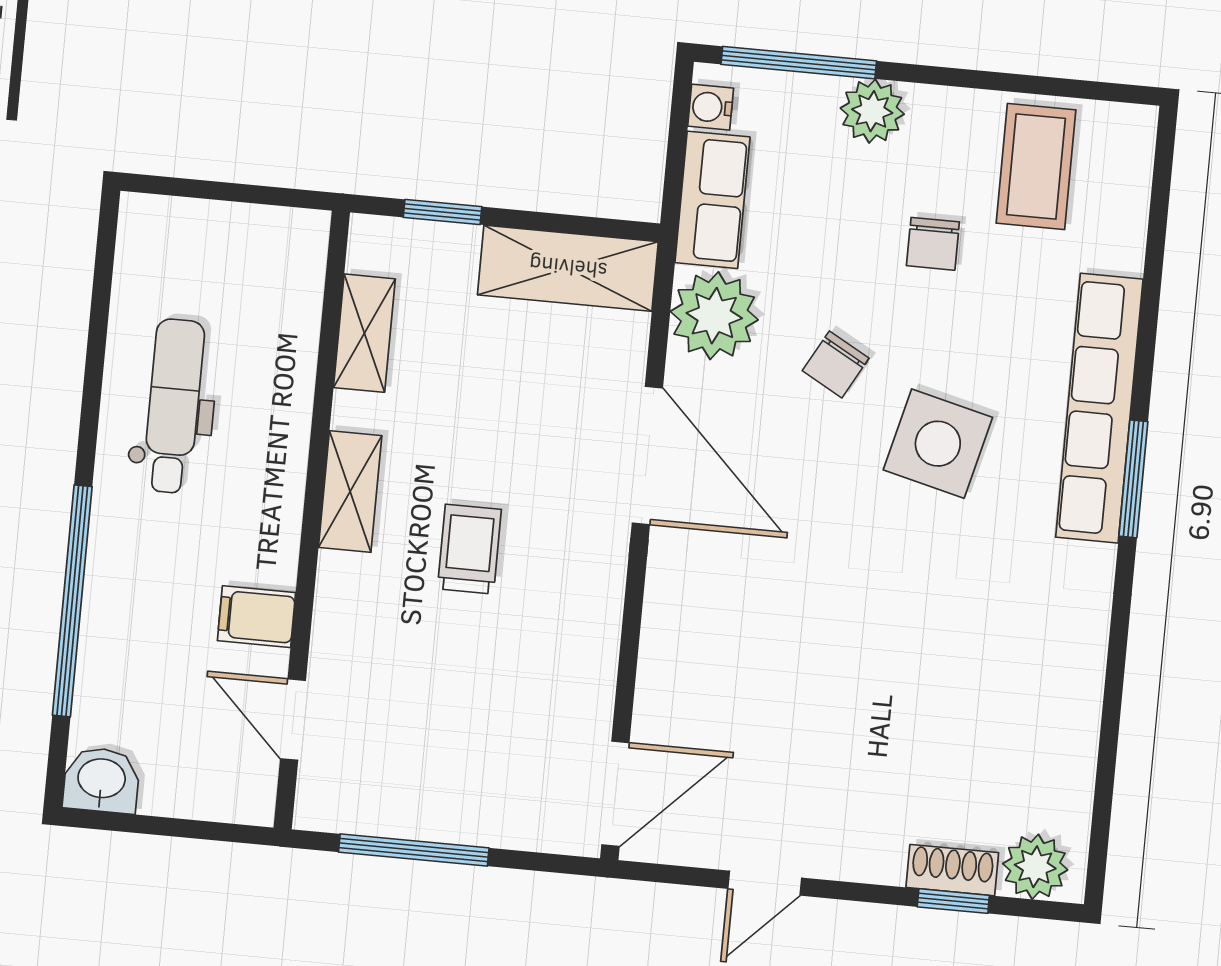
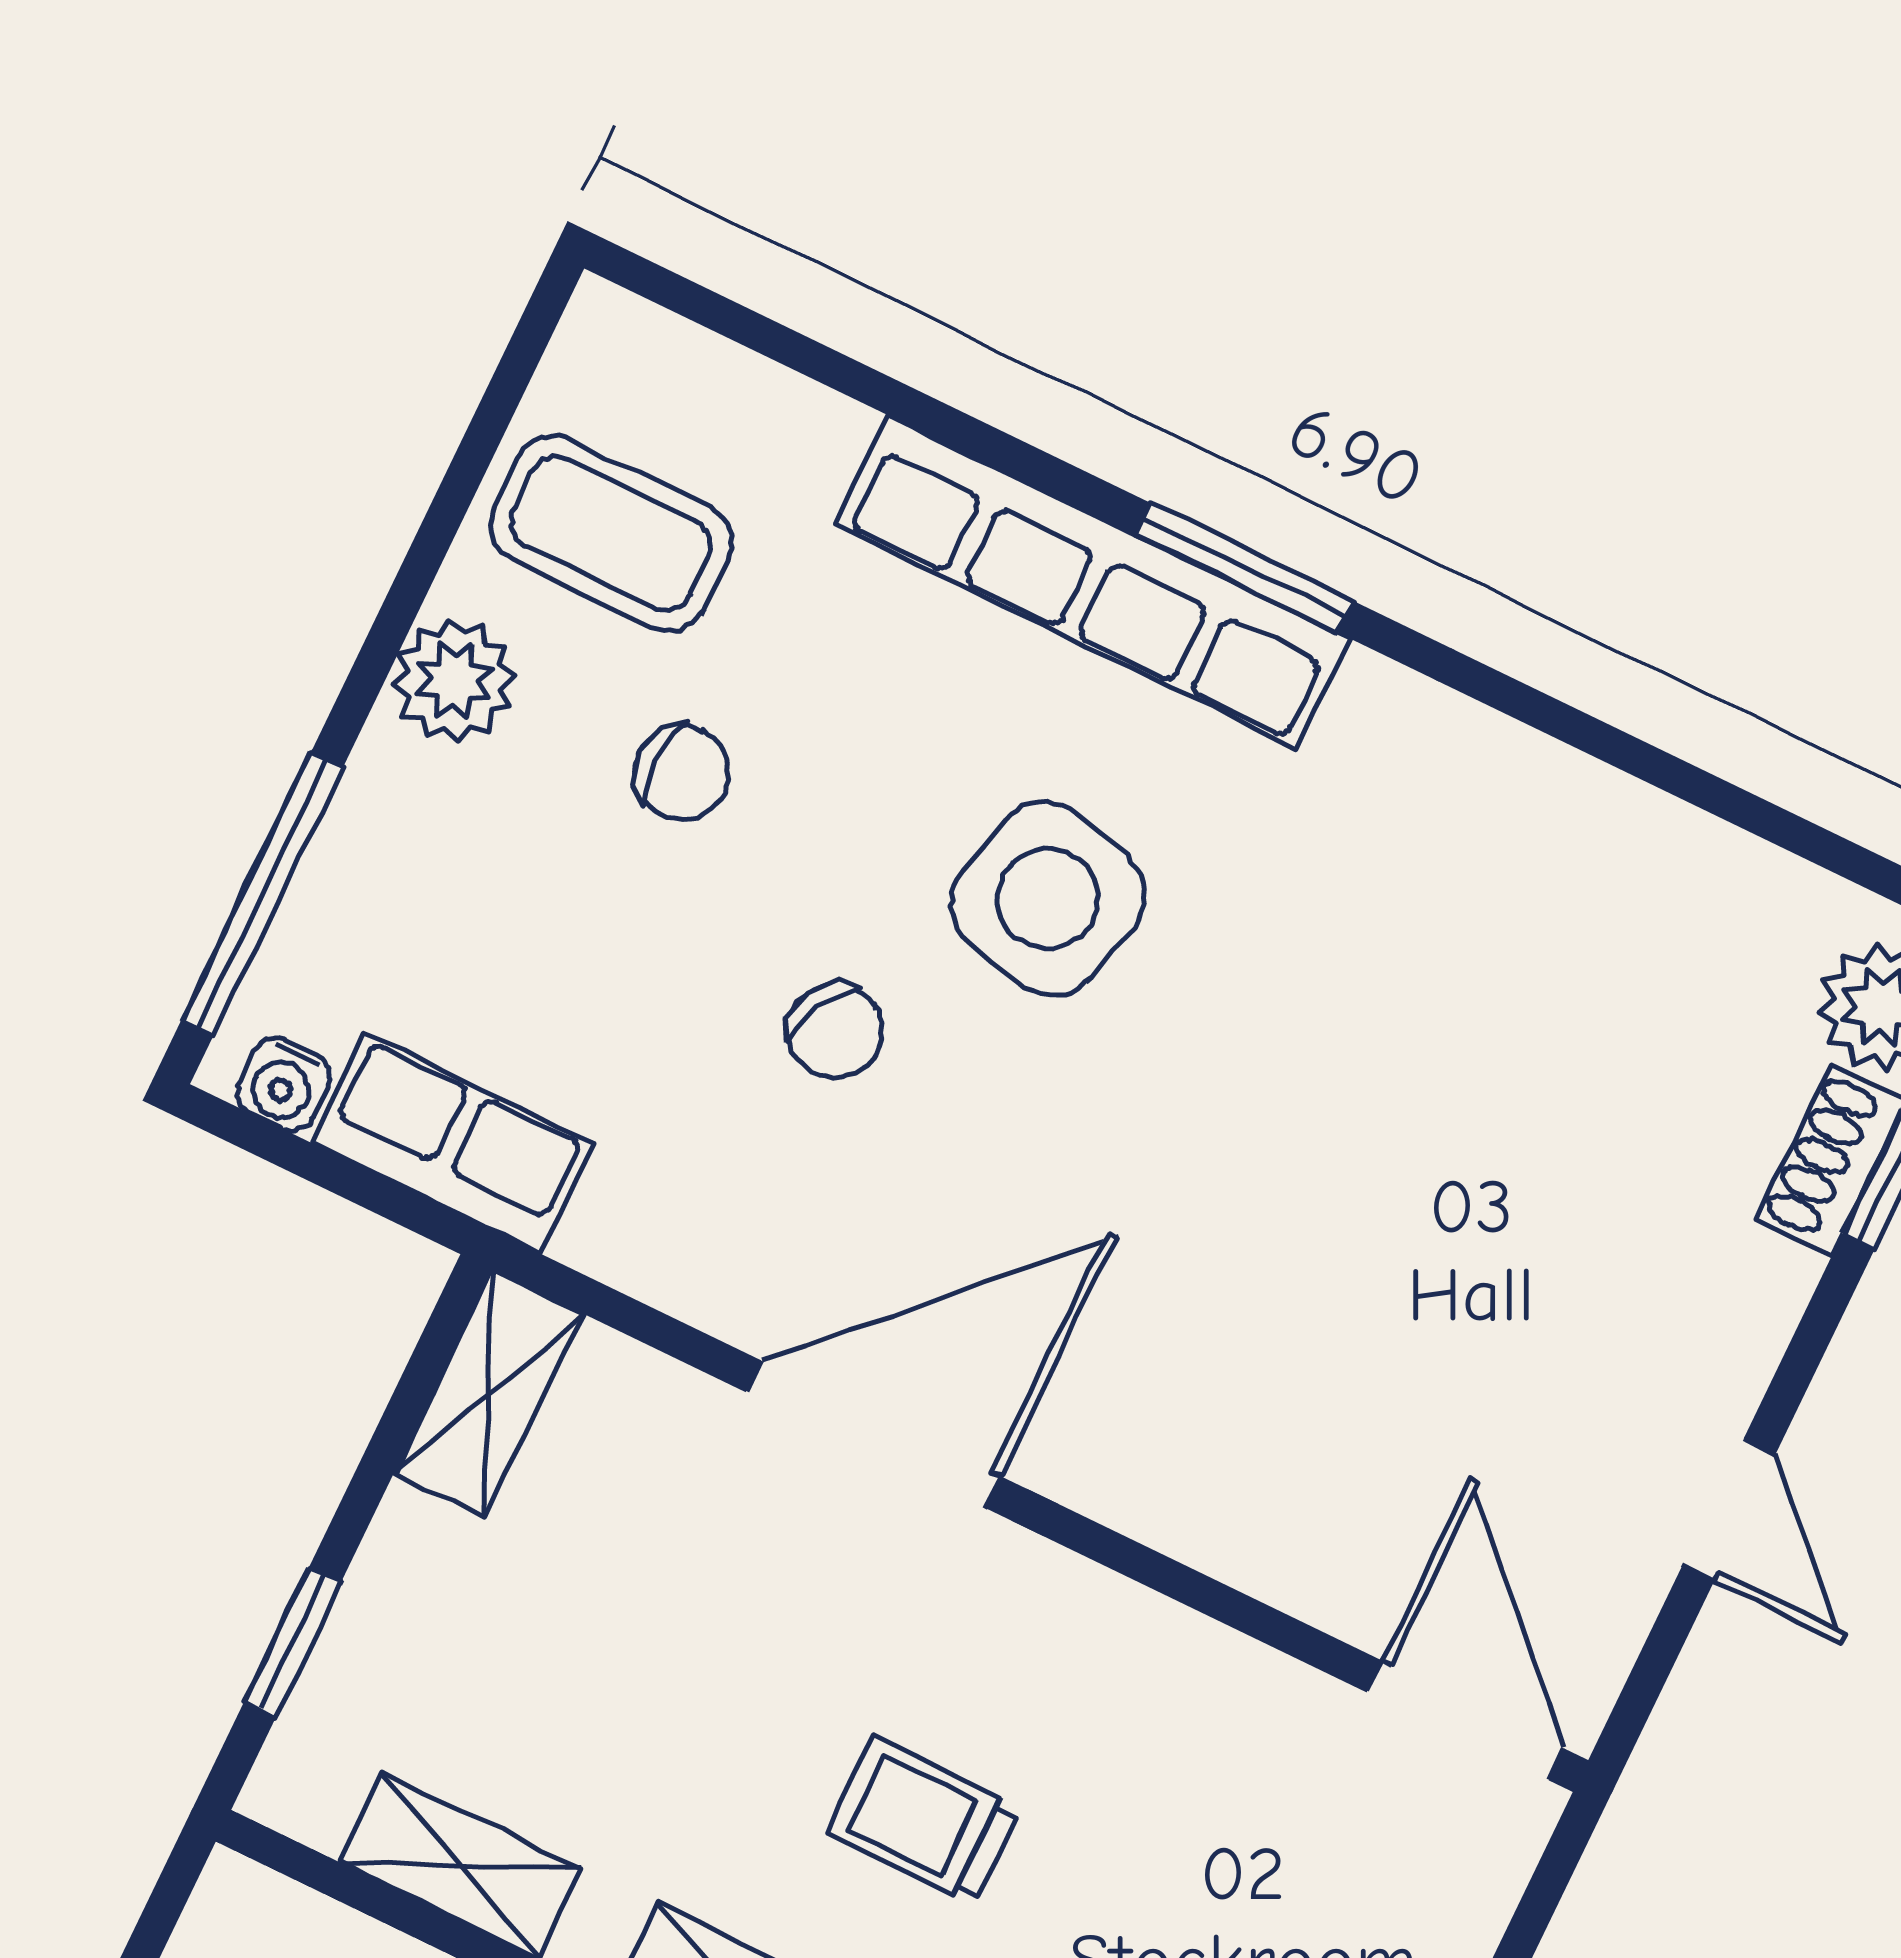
plant: (872, 111) -> (454, 681), moved
shelving: (568, 268) -> (489, 1394), width x0.67, depth x0.75
plant: (714, 316) -> (664, 1218), removed

